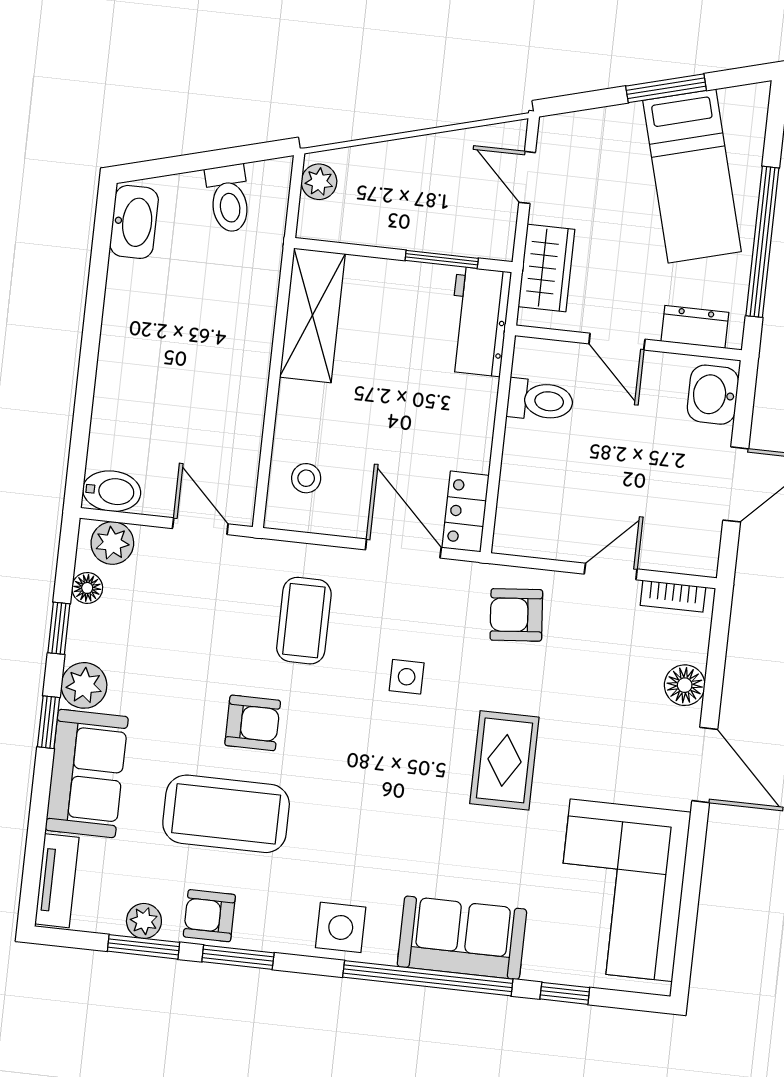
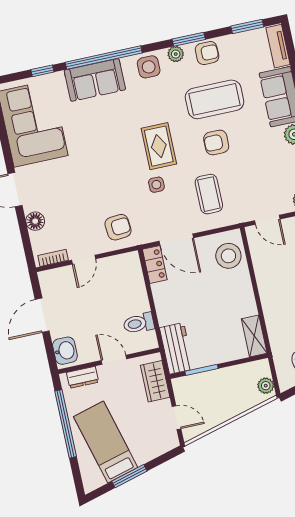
shelving: (312, 315) -> (254, 336), width x0.67, depth x0.75
stool: (306, 478) -> (228, 256), width x1.89, depth x1.89
rug: (504, 760) -> (159, 146), moved
plant: (144, 921) -> (176, 54), moved
window: (143, 947) -> (247, 27), moved

